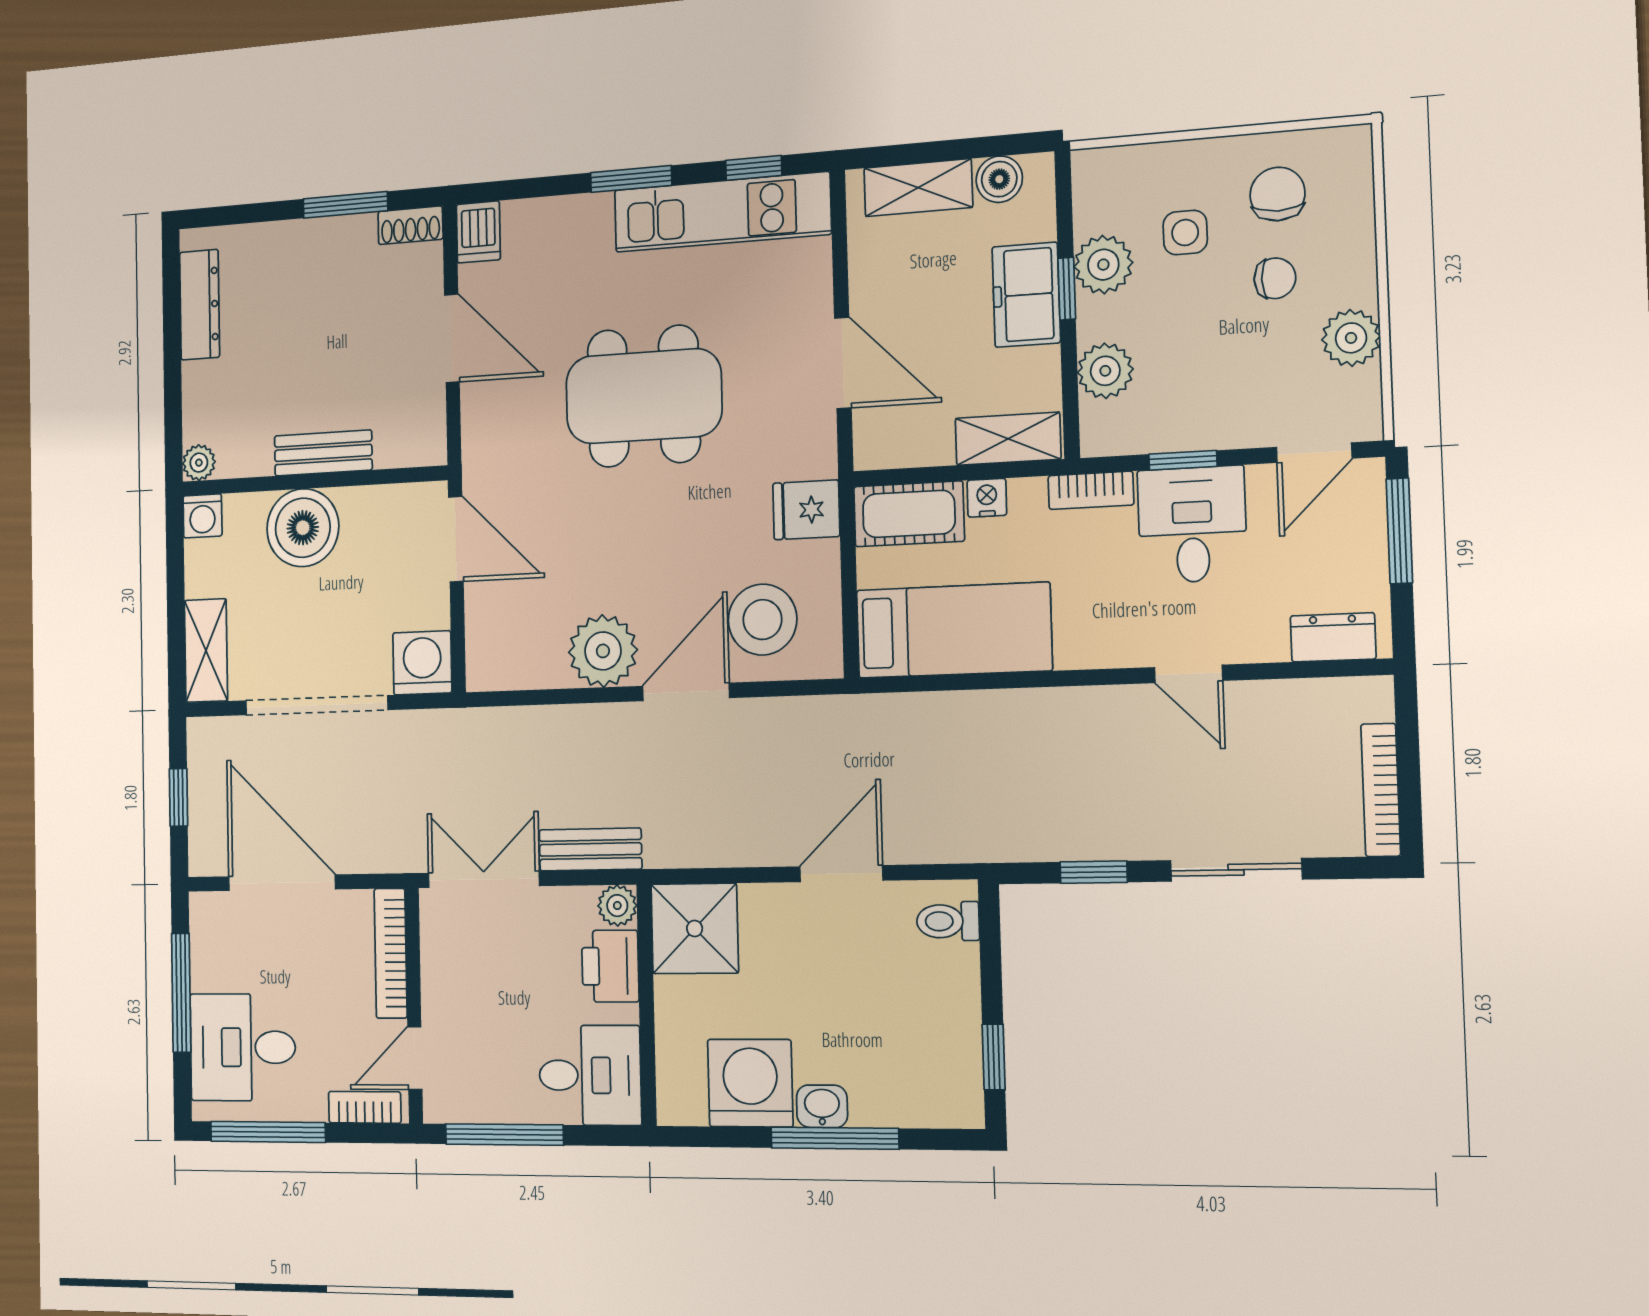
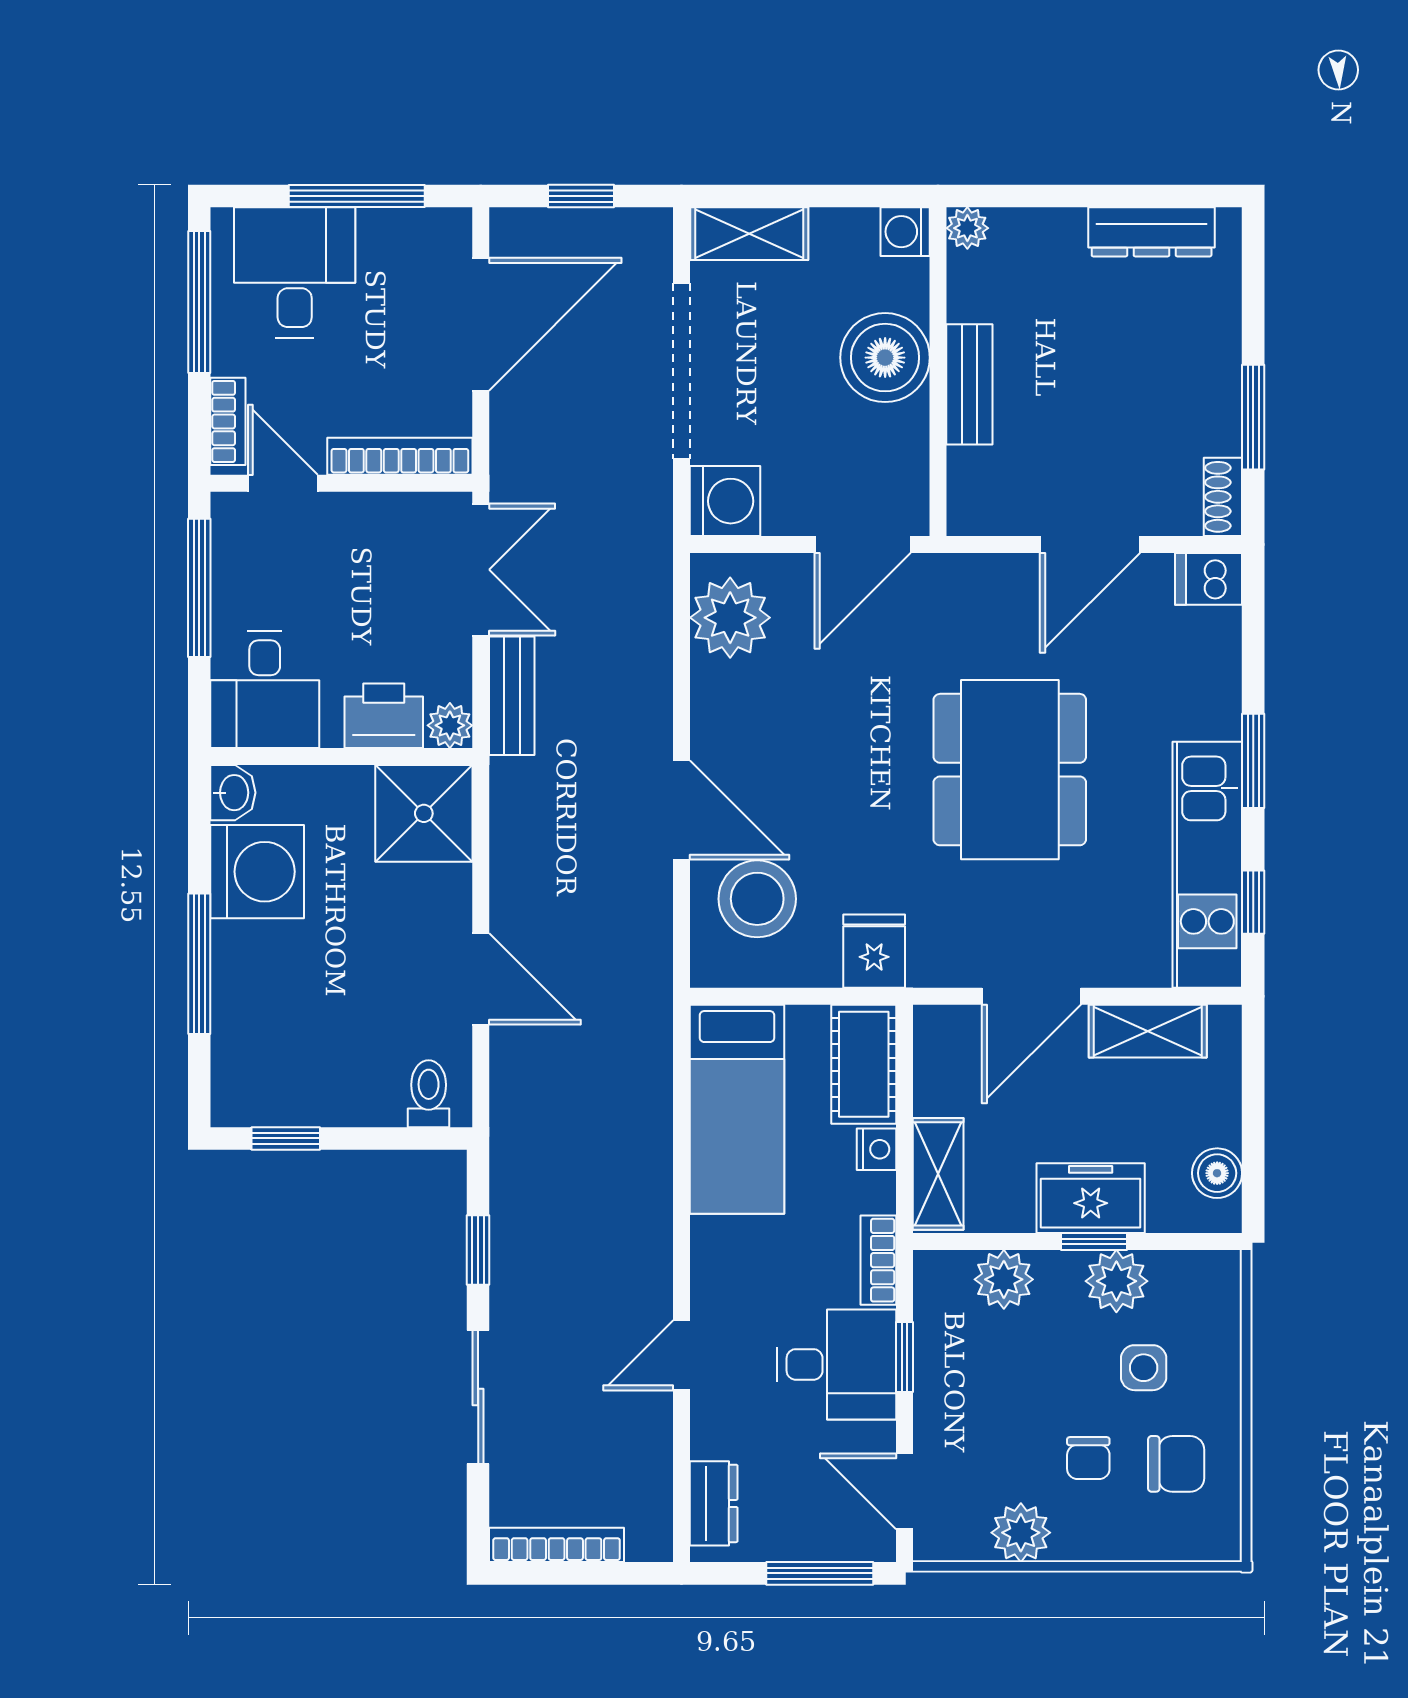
shelving: (918, 188) -> (1148, 1031), moved, turned 90
plant: (603, 651) -> (730, 618), moved
washbasin: (822, 1106) -> (233, 793), moved

